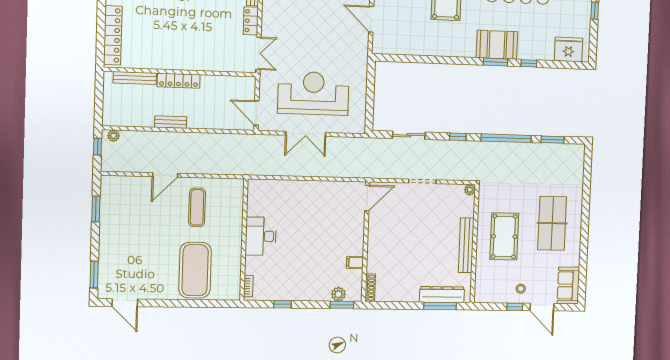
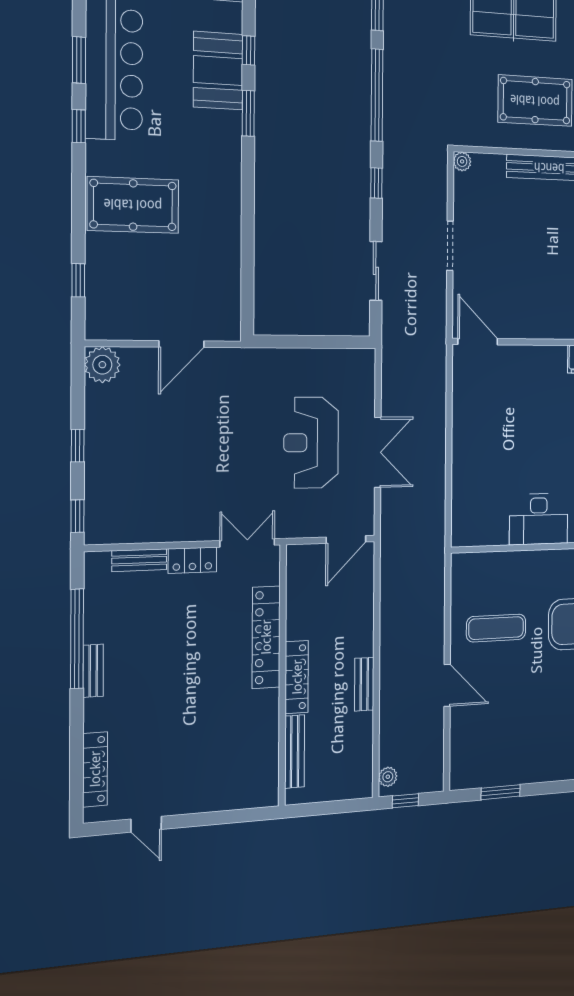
locker: (113, 35) -> (266, 637), moved, turned -90
booth: (497, 45) -> (218, 71), moved
reception desk: (313, 93) -> (311, 443), width x0.74, depth x0.77

